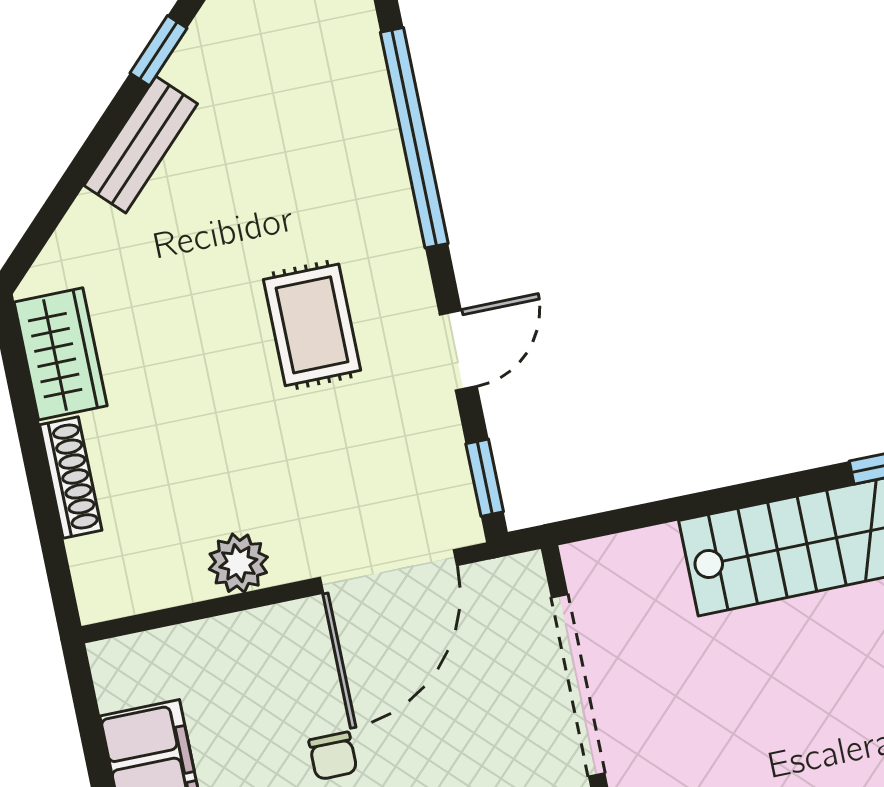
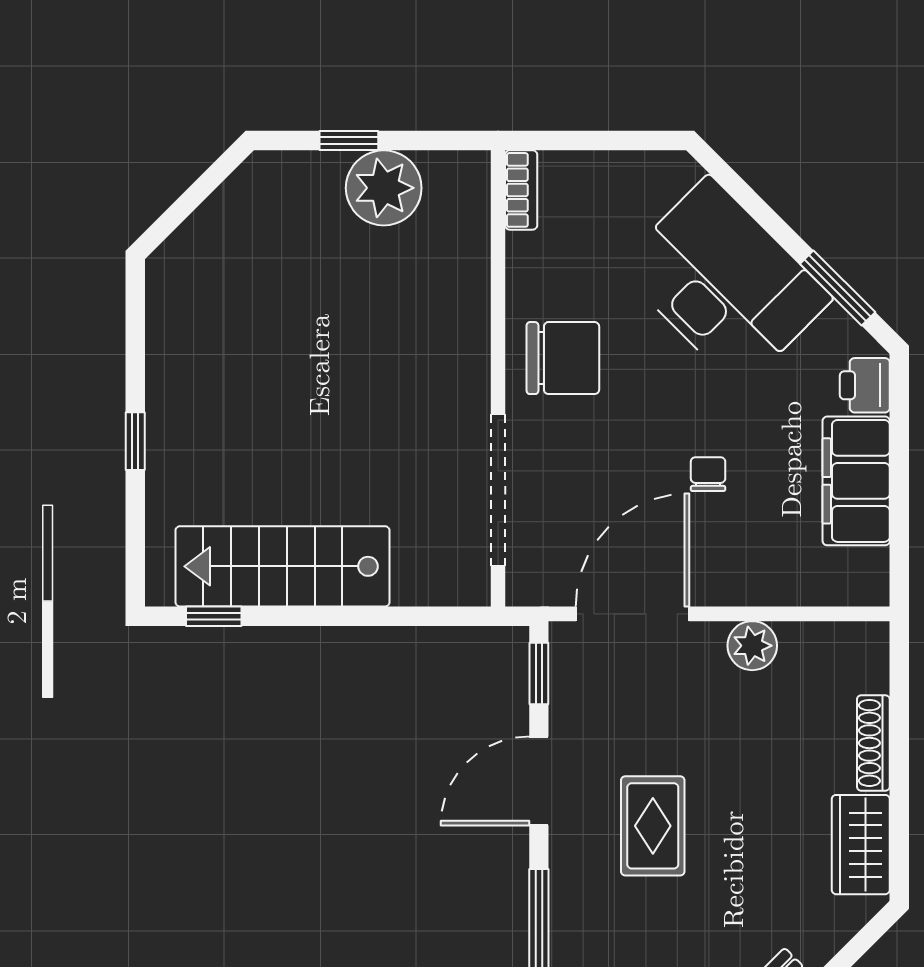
door: (458, 350) -> (539, 781), width x1.38

